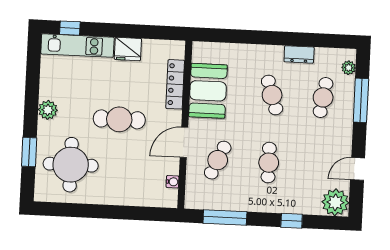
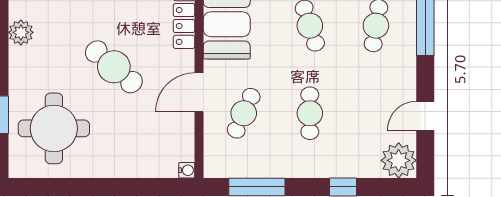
plant: (48, 110) -> (21, 32), moved
cafe table: (119, 119) -> (114, 67), turned 41
water cooler: (172, 182) -> (187, 170), moved

